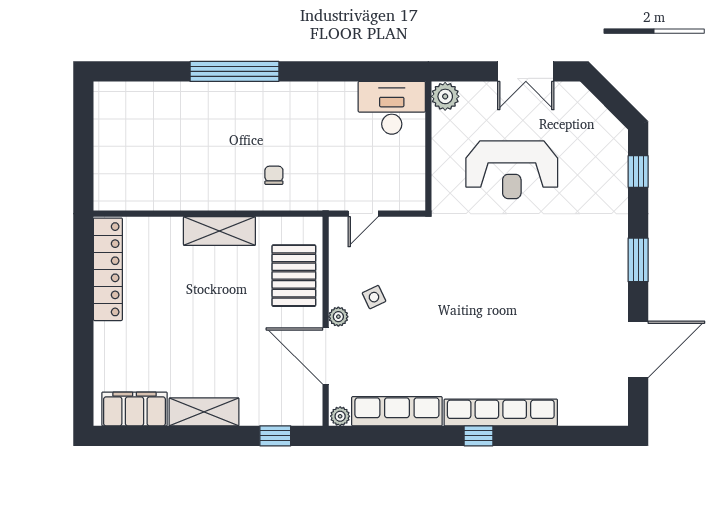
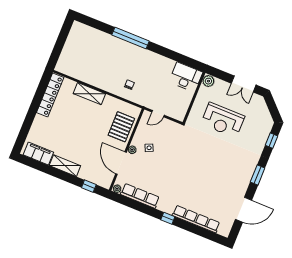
shelving: (219, 231) -> (89, 94), moved
row of seats: (501, 412) -> (196, 219), moved

